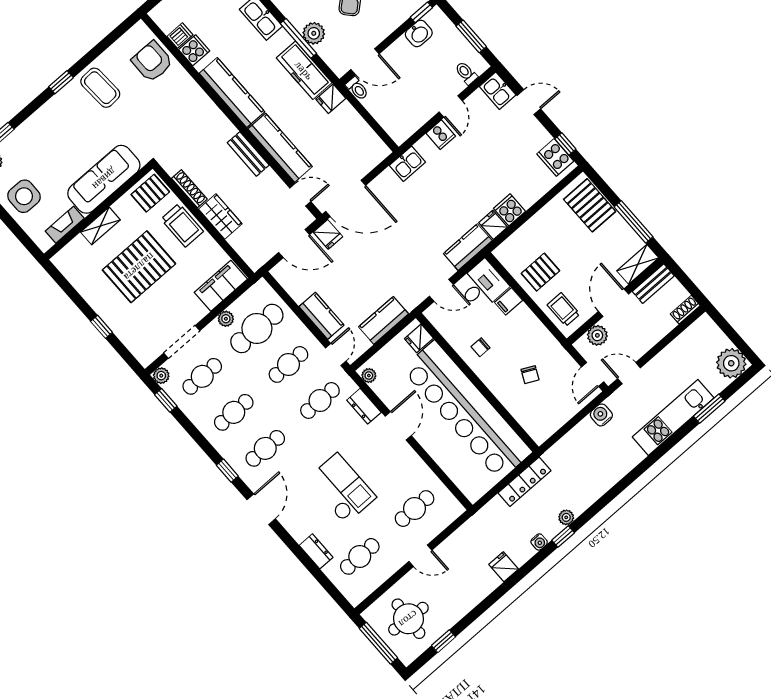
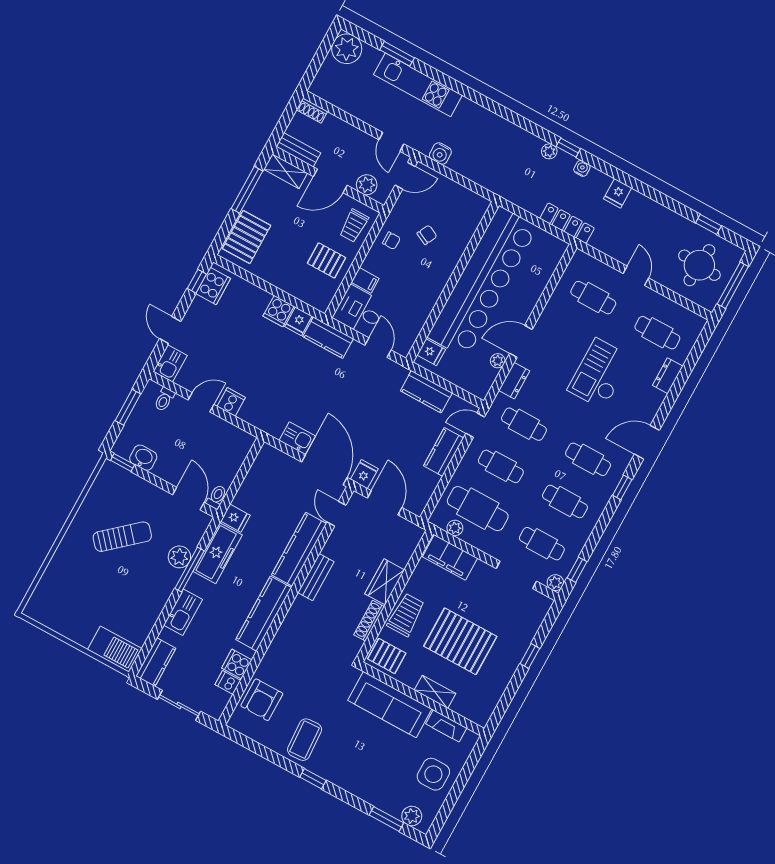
kitchen sink: (407, 164) -> (297, 438), moved
plant: (226, 319) -> (455, 528), moved
chair: (481, 347) -> (391, 241), moved
plant: (369, 376) -> (498, 361), moved
locker: (525, 482) -> (567, 223), moved

